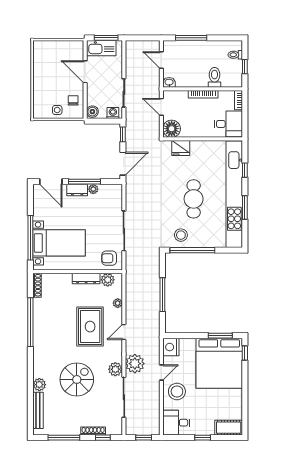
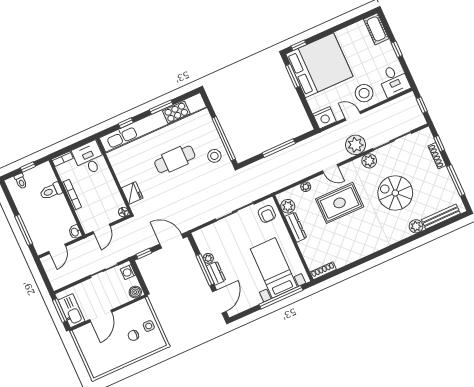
chair: (73, 100) -> (133, 335), moved
floor lamp: (172, 129) -> (123, 212), width x0.53, depth x0.53
window: (30, 322) -> (361, 261), removed

